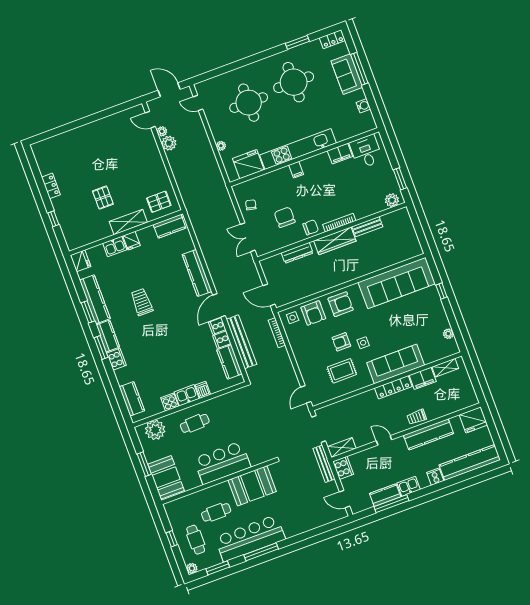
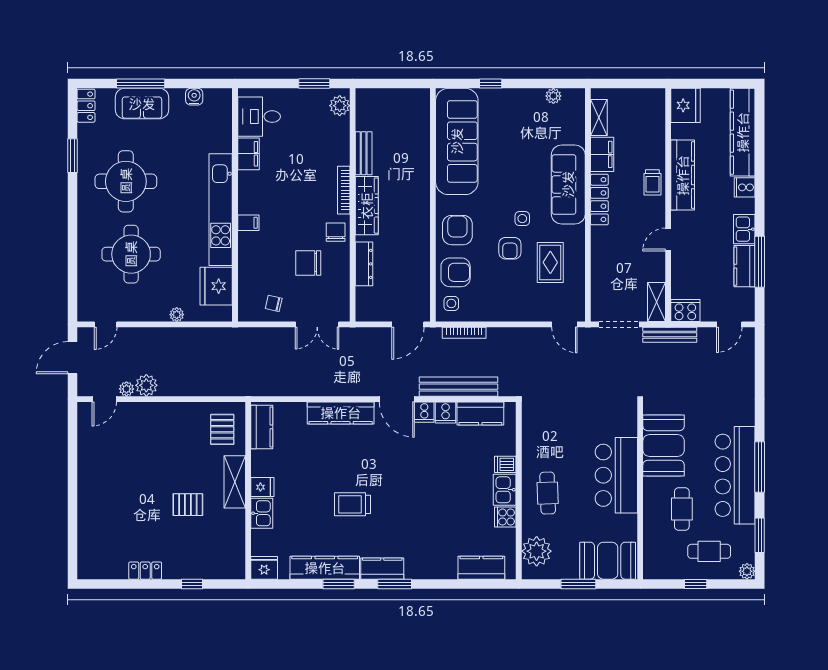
cooker: (116, 359) -> (419, 569), removed

